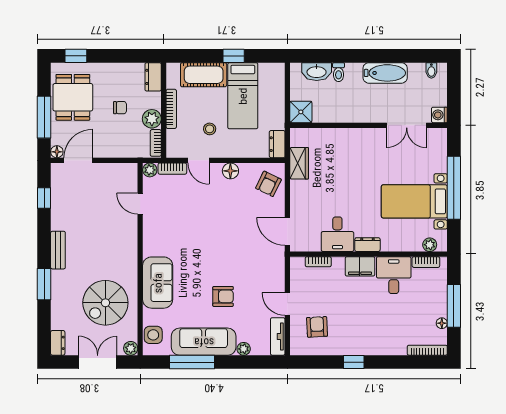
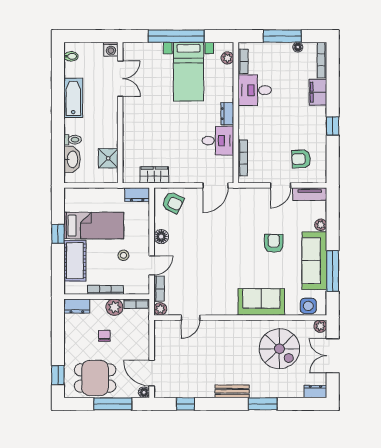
shower: (301, 112) -> (108, 158), moved
bookcase: (318, 262) -> (243, 158), width x1.56
filing cabinet: (360, 266) -> (318, 92), moved, turned 180

